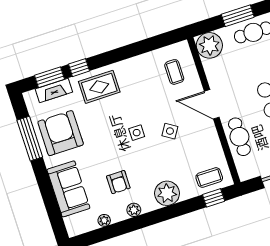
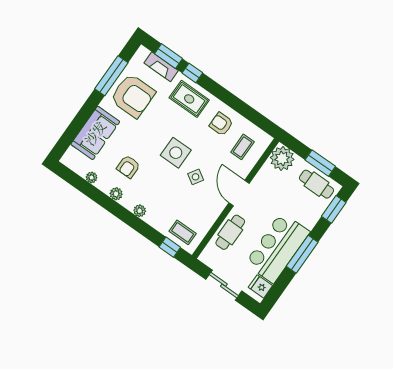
armchair: (141, 75) -> (221, 124), added
armchair: (61, 133) -> (133, 96), turned 90
side table: (137, 133) -> (176, 153), width x1.87, depth x1.87
plant: (167, 193) -> (140, 211), width x0.53, depth x0.53

